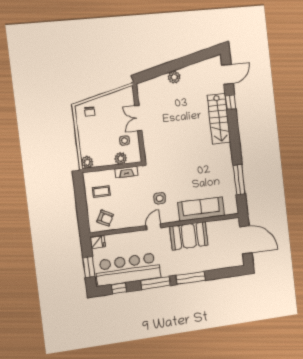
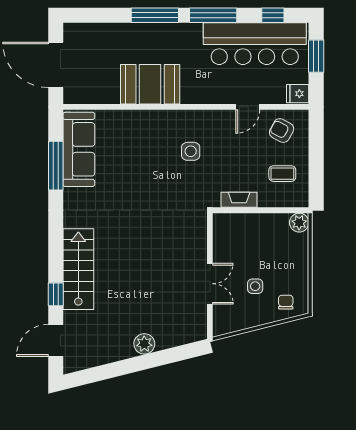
side table: (124, 141) -> (255, 286), moved
plant: (121, 158) -> (246, 223), removed
sofa: (201, 209) -> (79, 149), moved, turned -90
door: (154, 227) -> (248, 107), moved

